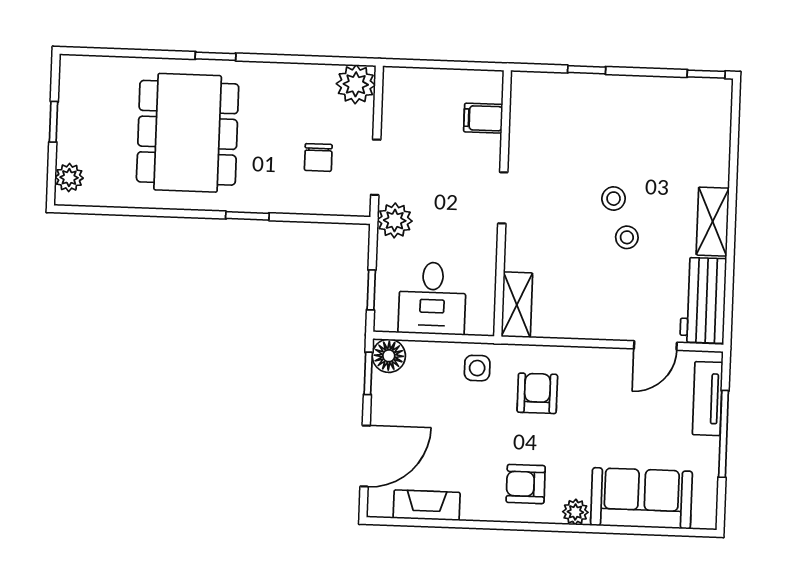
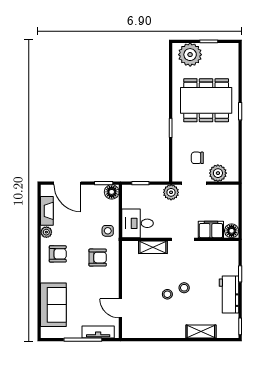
plant: (356, 84) -> (218, 173), moved
floor lamp: (488, 85) -> (232, 231), added
filing cabinet: (483, 118) -> (211, 229), width x2.00
plant: (69, 178) -> (190, 55), width x1.88, depth x1.88
shelving: (713, 222) -> (201, 332), moved
desk: (432, 298) -> (138, 223), moved
workbench: (703, 300) -> (229, 295), moved, turned -90
shelving: (517, 305) -> (153, 247), moved
armchair: (526, 484) -> (58, 254), turned 90
plant: (575, 512) -> (46, 232), moved

